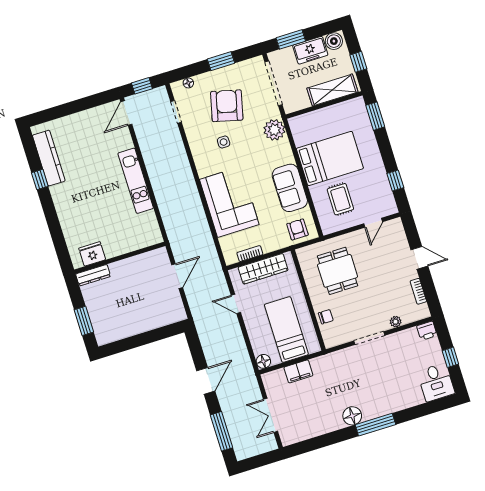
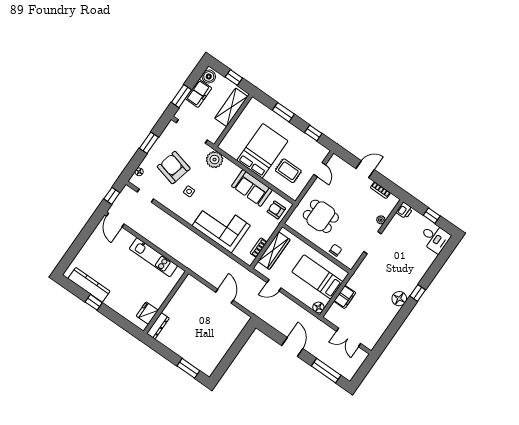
window: (375, 116) -> (283, 112), moved
fridge: (92, 254) -> (147, 313), moved
wall: (120, 258) -> (166, 302), moved
dresser: (93, 275) -> (158, 326), moved
window: (375, 425) -> (418, 293), width x0.46

